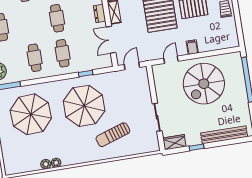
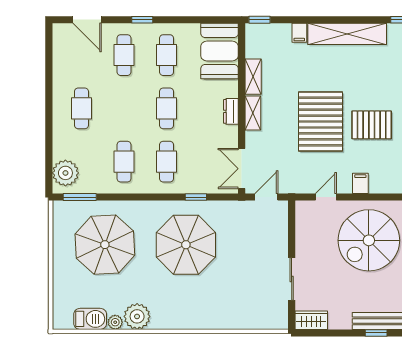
double door: (111, 40) -> (242, 169), moved
sun lounger: (113, 135) -> (222, 294), removed
window: (197, 147) -> (376, 333), moved
plant: (56, 163) -> (137, 316), width x1.87, depth x1.87
barbecue: (29, 165) -> (90, 319), added

